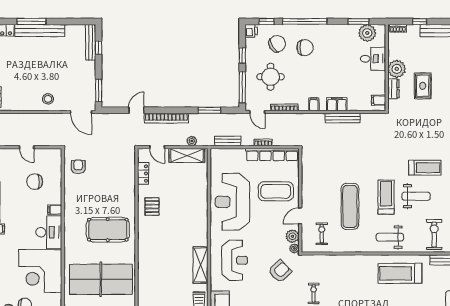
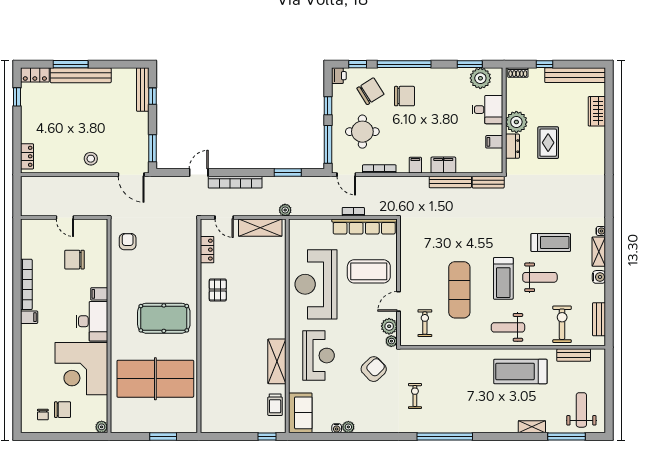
filing cabinet: (379, 100) -> (494, 142), moved
plant: (192, 141) -> (285, 210), moved
bench: (228, 141) -> (488, 182), moved
treadmill: (386, 197) -> (503, 278), turned 180

